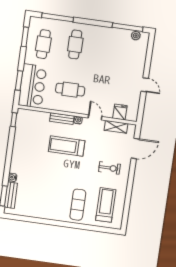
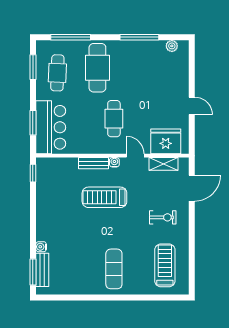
window: (128, 27) -> (139, 37), moved
cafe table: (75, 44) -> (97, 68), width x1.37, depth x1.35
cafe table: (70, 90) -> (114, 119), moved, turned 90
fridge: (120, 112) -> (166, 141), width x1.88, depth x1.34
exercise mat: (78, 205) -> (114, 269), moved

